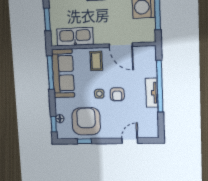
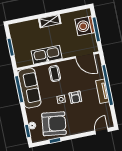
kitchen sink: (75, 37) -> (47, 55), moved
door: (121, 45) -> (84, 55), moved
armchair: (86, 121) -> (54, 124), turned 97
door: (130, 141) -> (102, 131), moved

